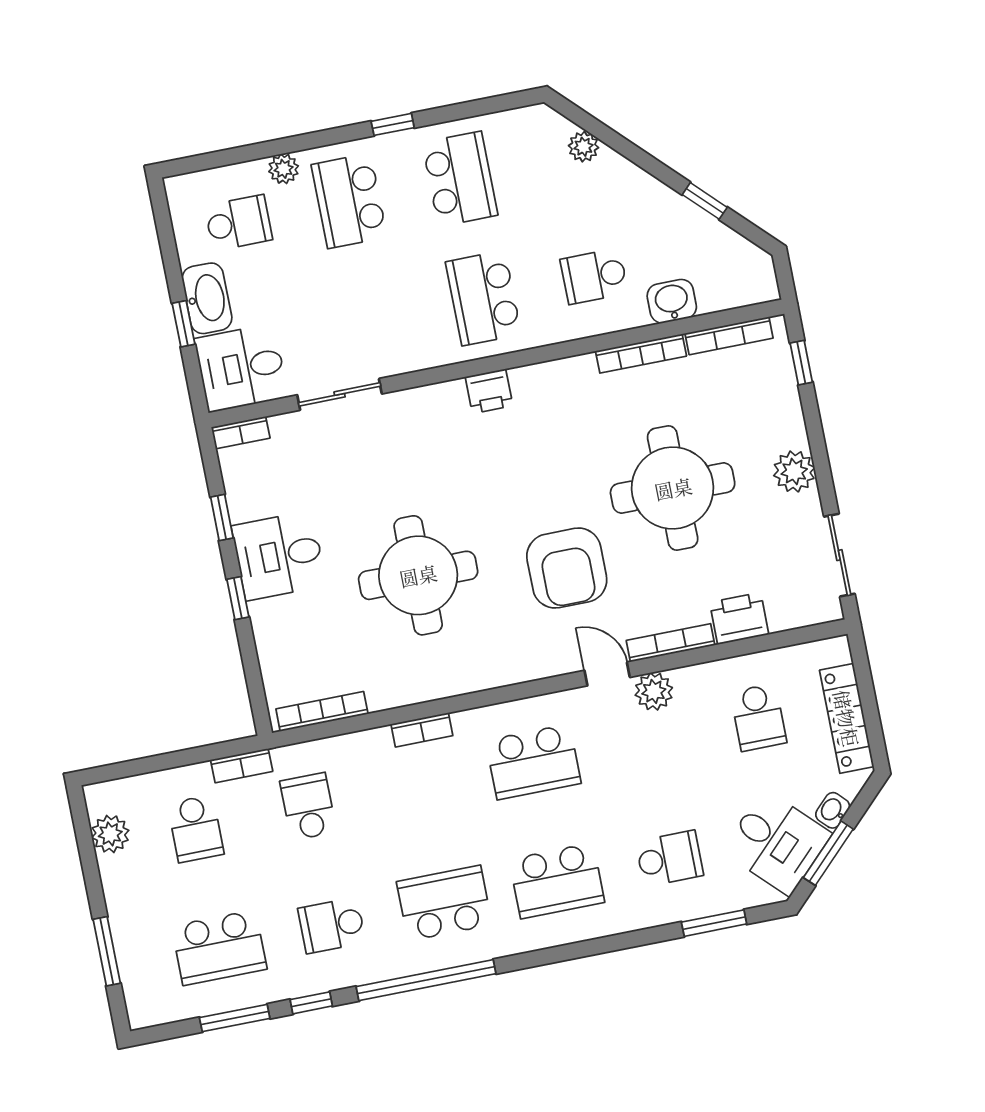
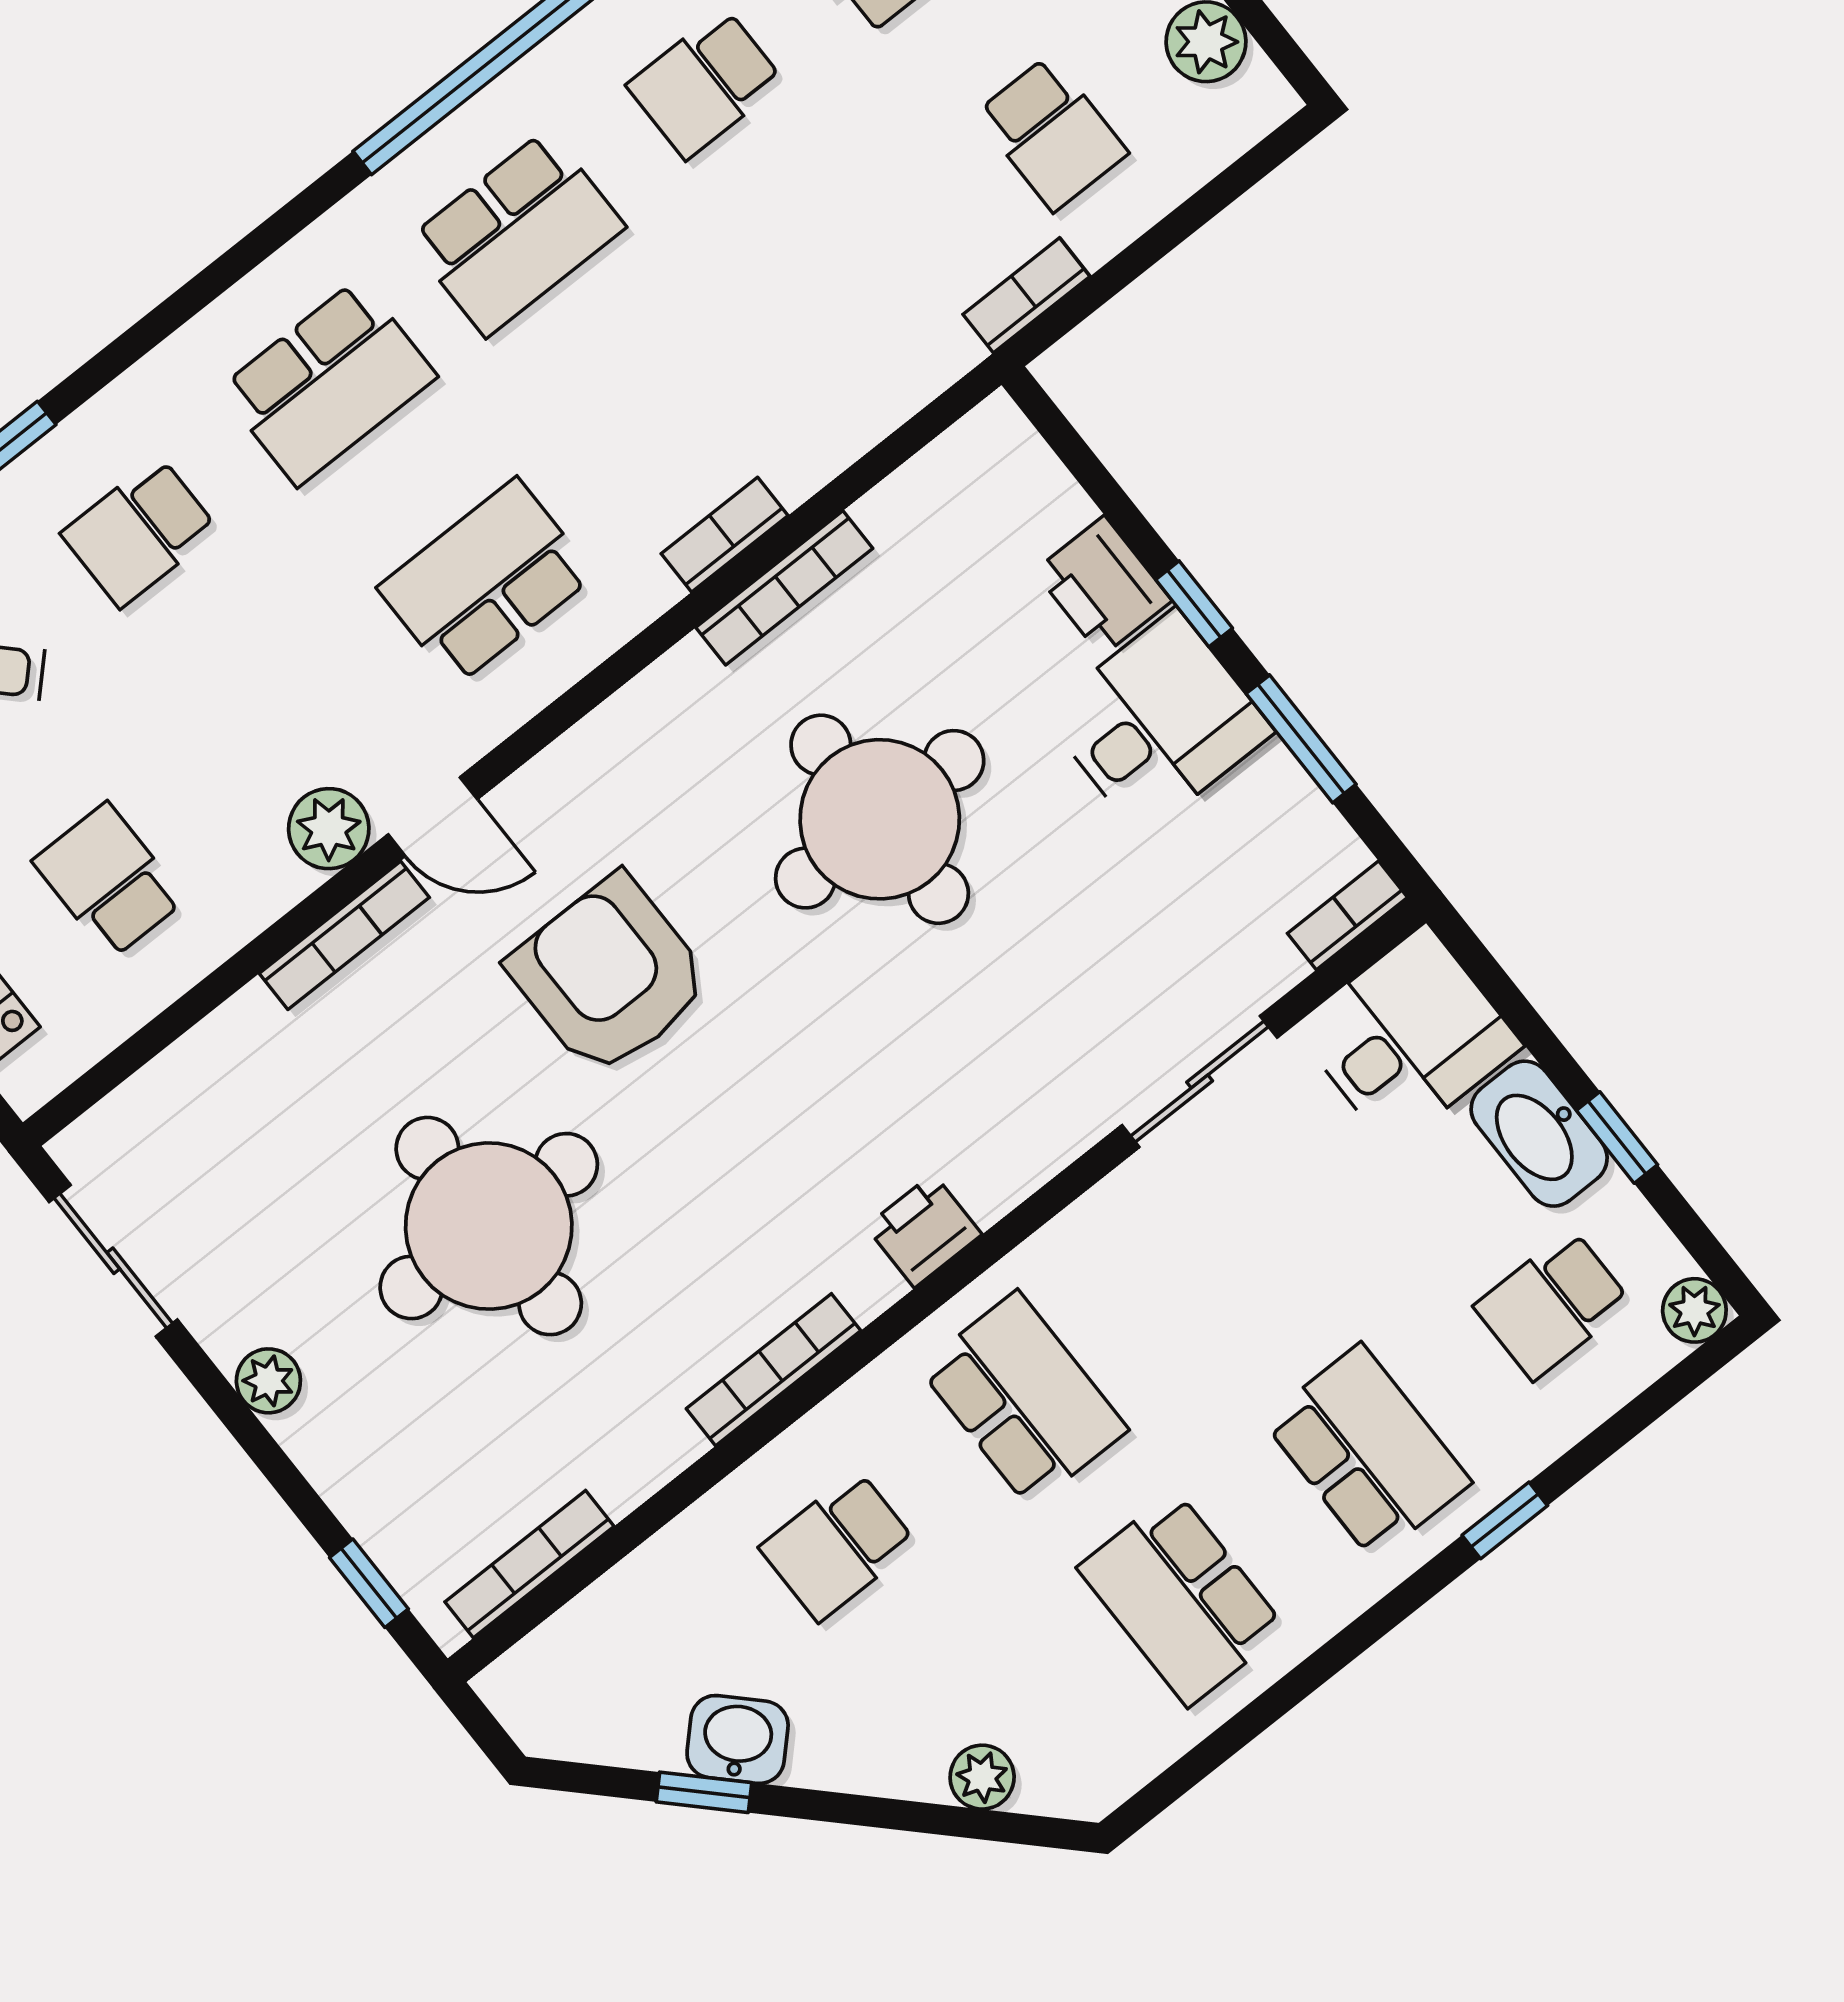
window: (393, 124) -> (1505, 1520), moved
plant: (284, 169) -> (1694, 1310), moved
school desk: (594, 276) -> (838, 1546), turned 180
washbasin: (672, 301) -> (738, 1739), moved, turned -135
window: (183, 324) -> (1617, 1137), moved
bookcase: (641, 354) -> (774, 1370), moved
plant: (794, 472) -> (268, 1381), width x0.73, depth x0.73
window: (222, 518) -> (1301, 739), width x1.50
printer: (739, 618) -> (1103, 586), moved, turned 90
bookcase: (322, 711) -> (784, 588), moved
school desk: (308, 807) -> (863, 283), removed
school desk: (196, 829) -> (1052, 133), turned 180
school desk: (557, 881) -> (328, 383), turned 180
school desk: (332, 925) -> (705, 84), turned 180

